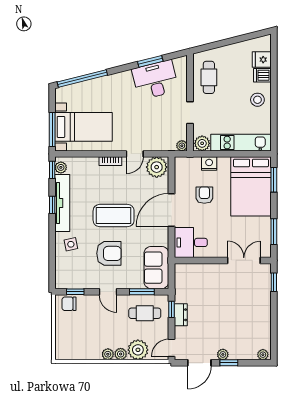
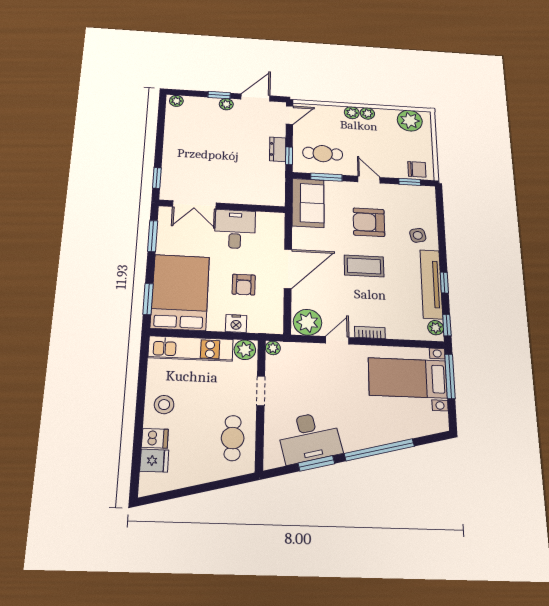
window: (82, 79) -> (379, 450), moved
coffee table: (114, 216) -> (364, 266), width x0.73, depth x0.76
desk: (191, 242) -> (235, 229), moved, turned -90
plant: (138, 350) -> (410, 121), moved

